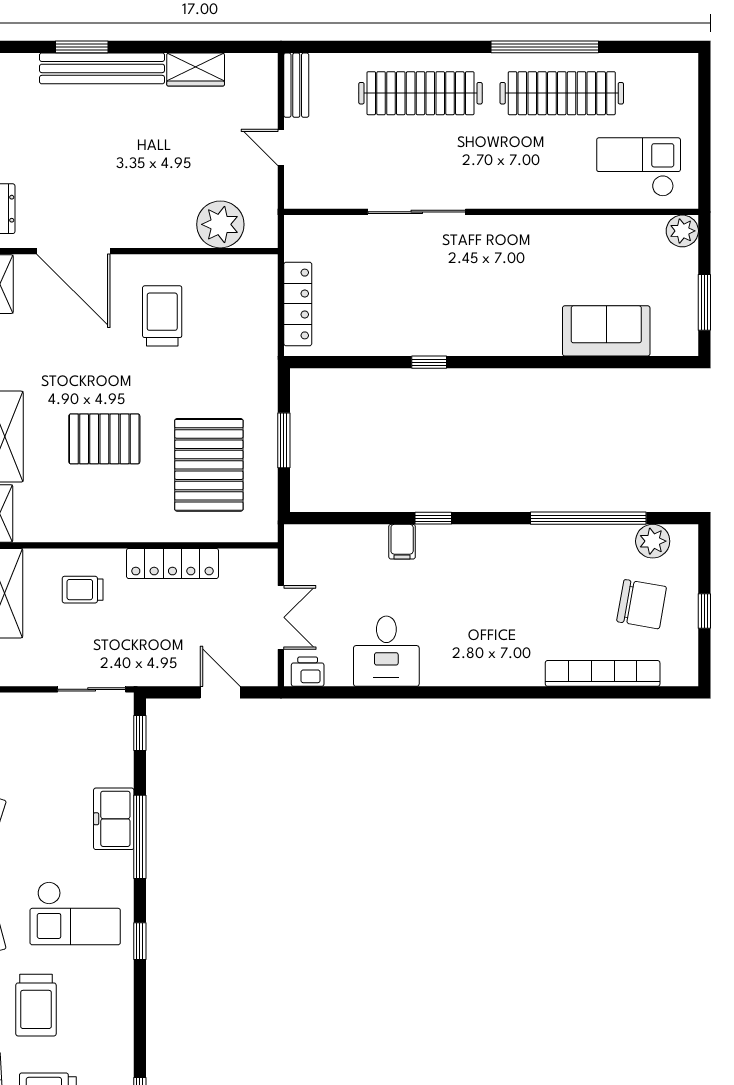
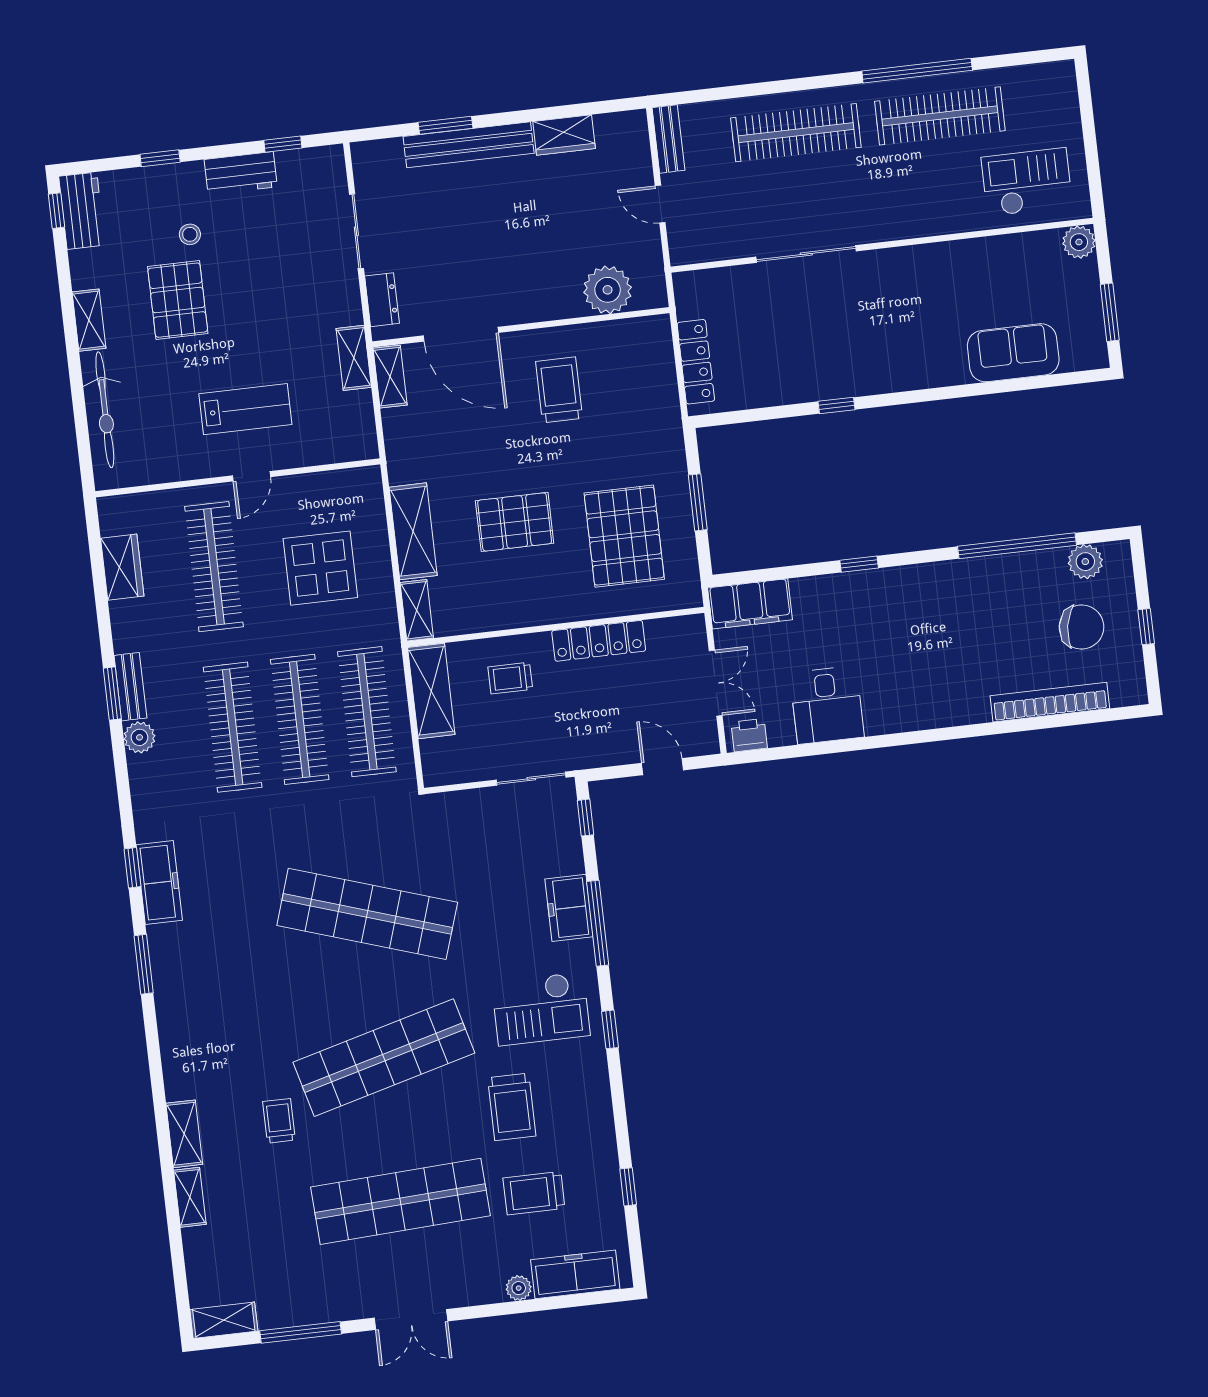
filing cabinet: (402, 542) -> (750, 604), moved, width x3.00, depth x1.17

